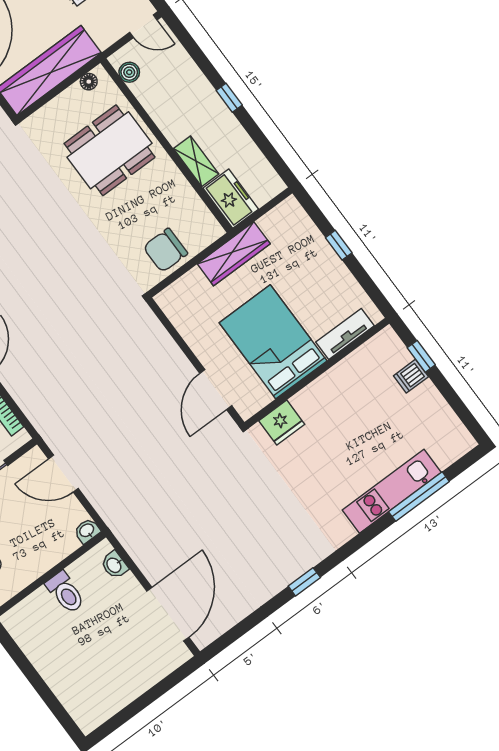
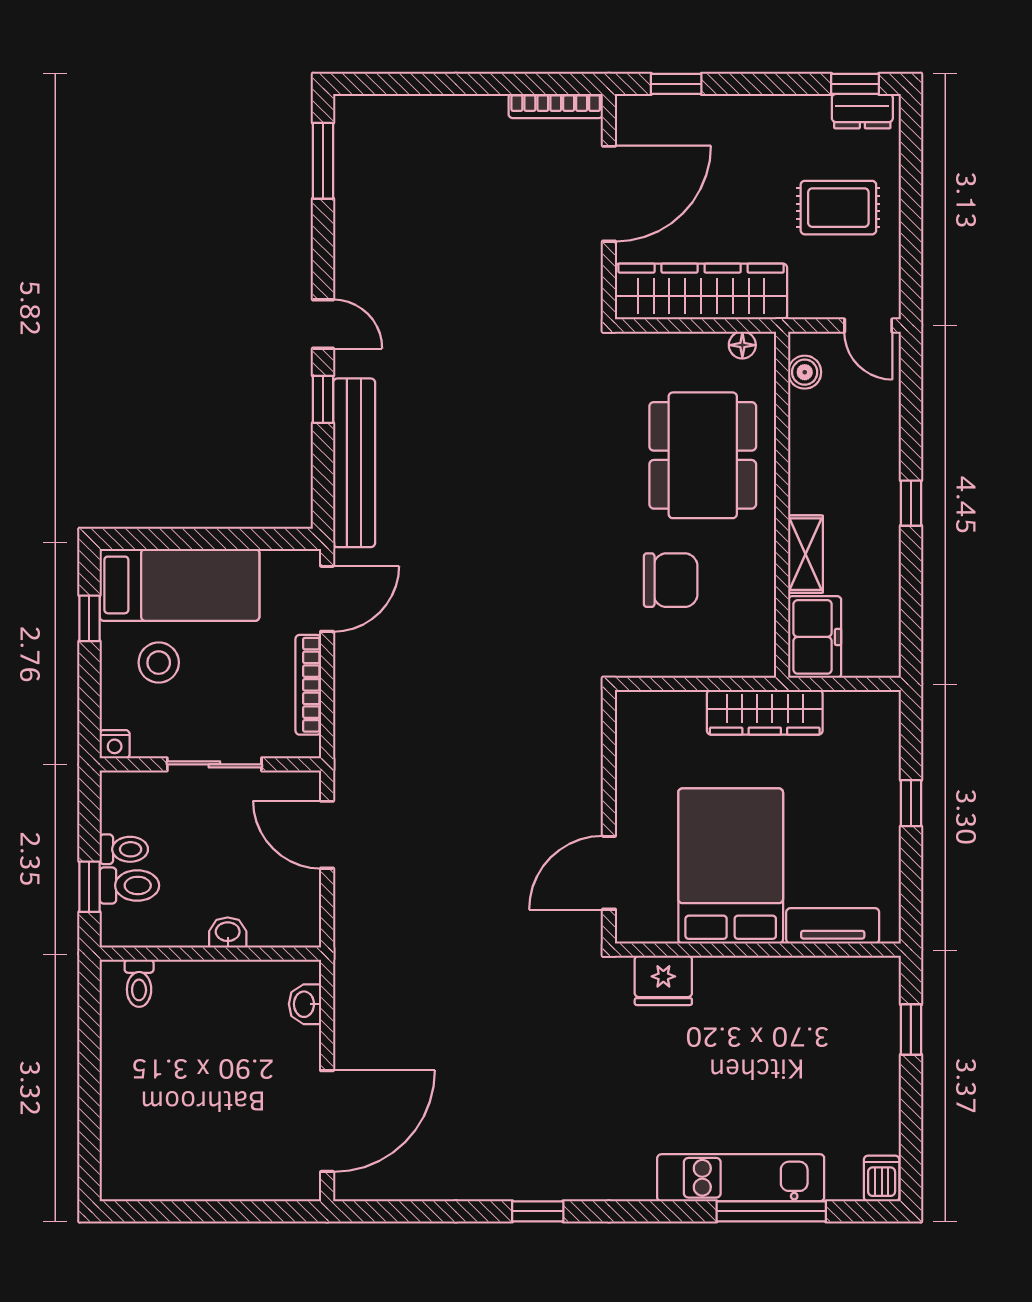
dining table: (110, 150) -> (703, 455), turned 90
chair: (165, 250) -> (671, 580), moved, turned 180
dishwasher: (411, 376) -> (882, 1178), moved, turned 90
washbasin: (87, 531) -> (228, 933), moved
toilet: (65, 592) -> (139, 983), moved, width x0.73, depth x0.72

